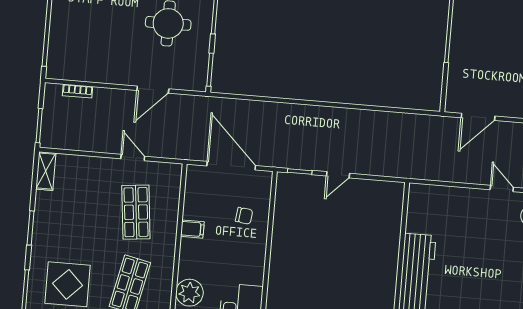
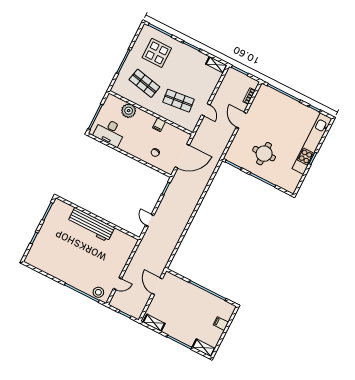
door: (153, 90) -> (241, 120), moved
door: (133, 157) -> (206, 110), hinge flipped
door: (338, 175) -> (150, 220), moved

